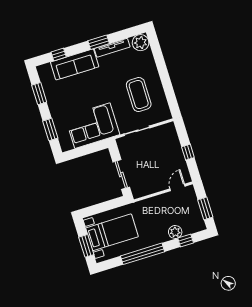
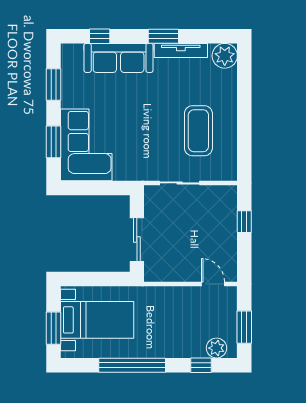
corner sofa: (92, 126) -> (86, 145), moved, turned 90
window: (188, 152) -> (244, 222), moved
door: (177, 187) -> (213, 284), hinge flipped
plant: (175, 232) -> (216, 348), moved

